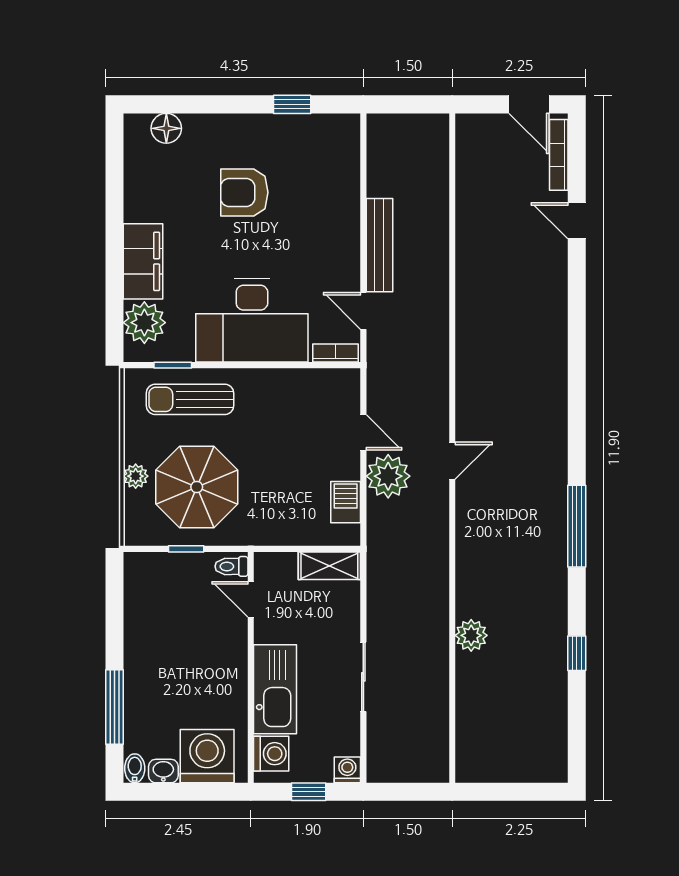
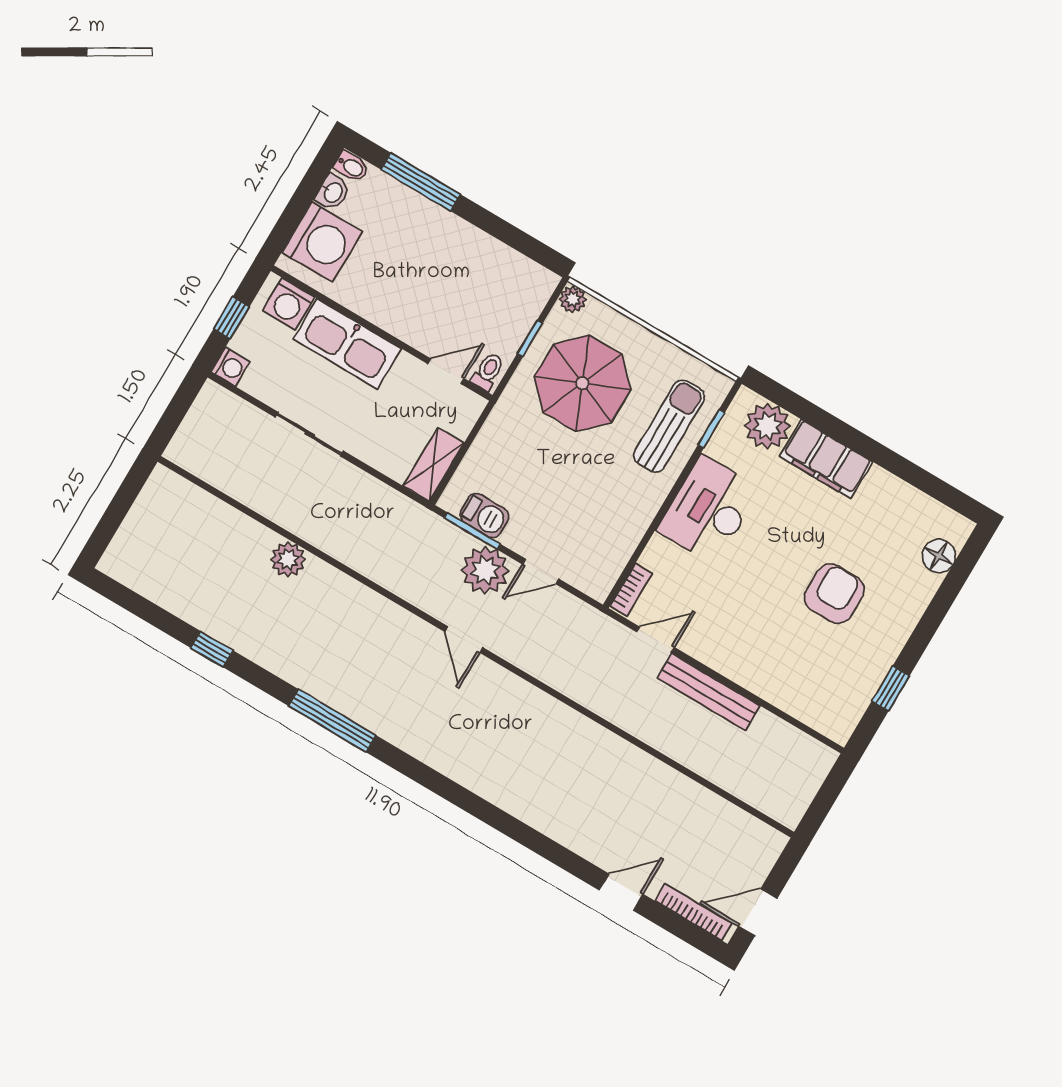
desk: (252, 320) -> (708, 510), width x0.73, depth x0.77
plant: (136, 476) -> (573, 299), moved
window: (363, 504) -> (472, 531), added

